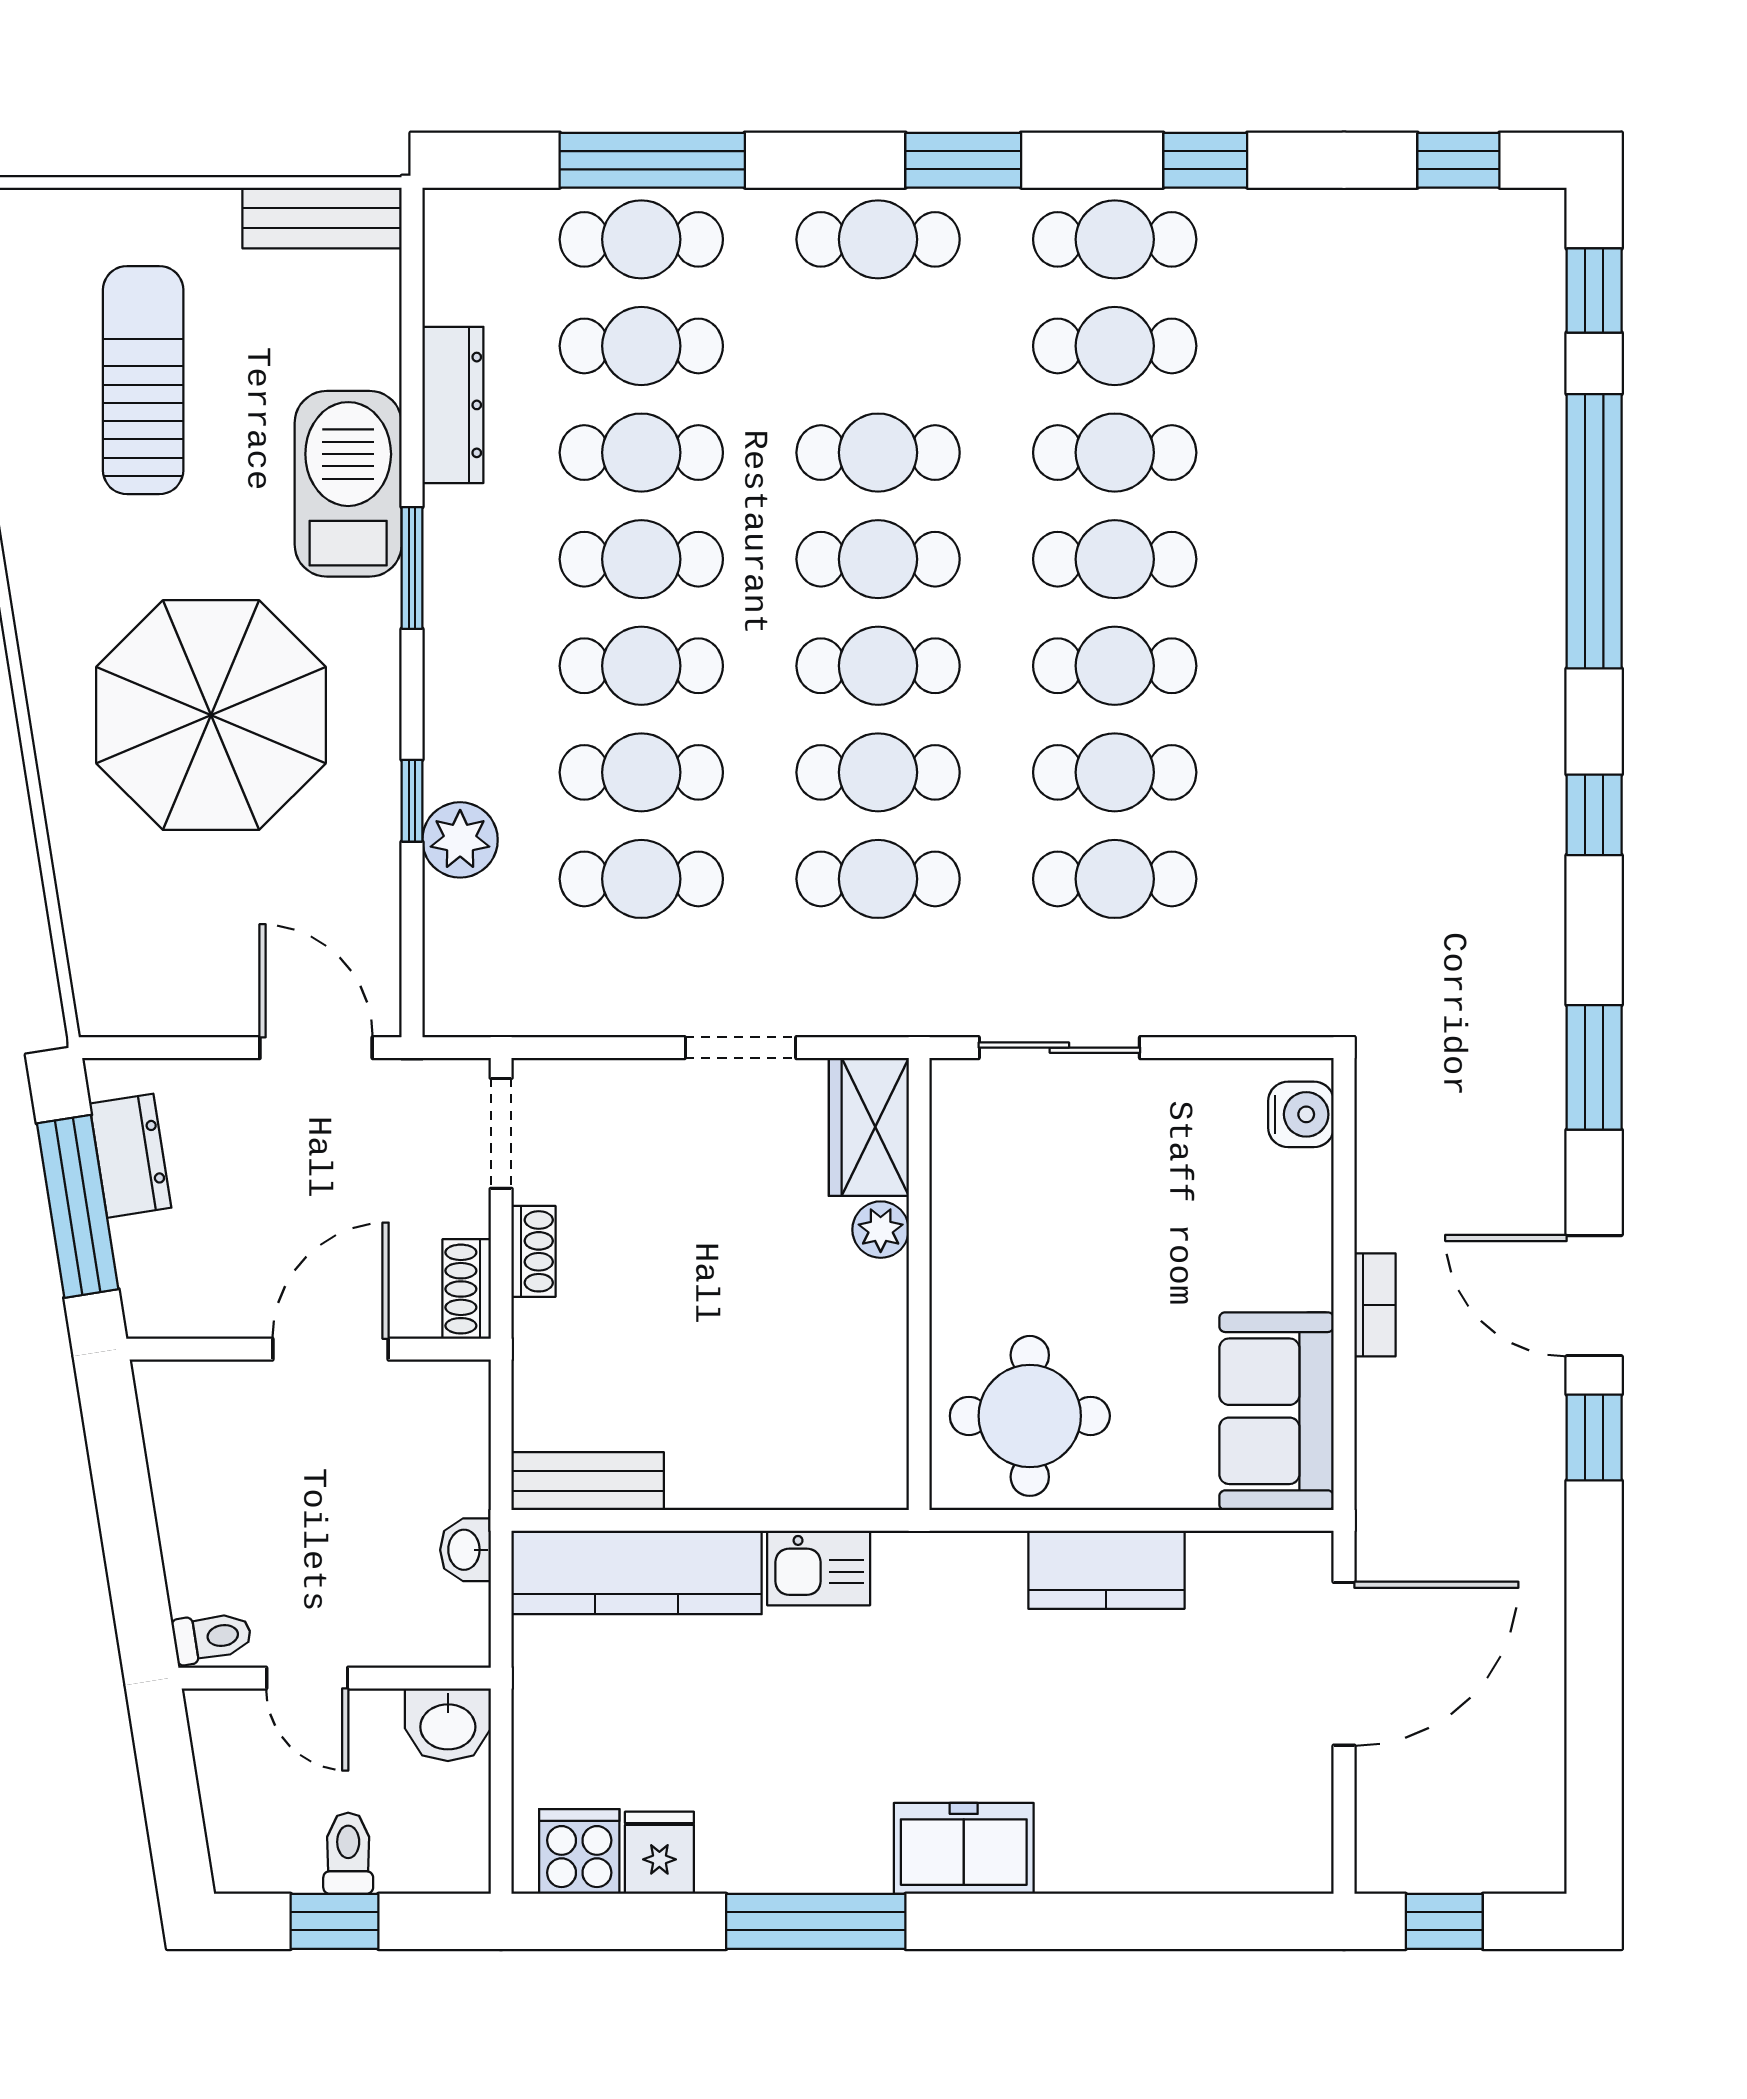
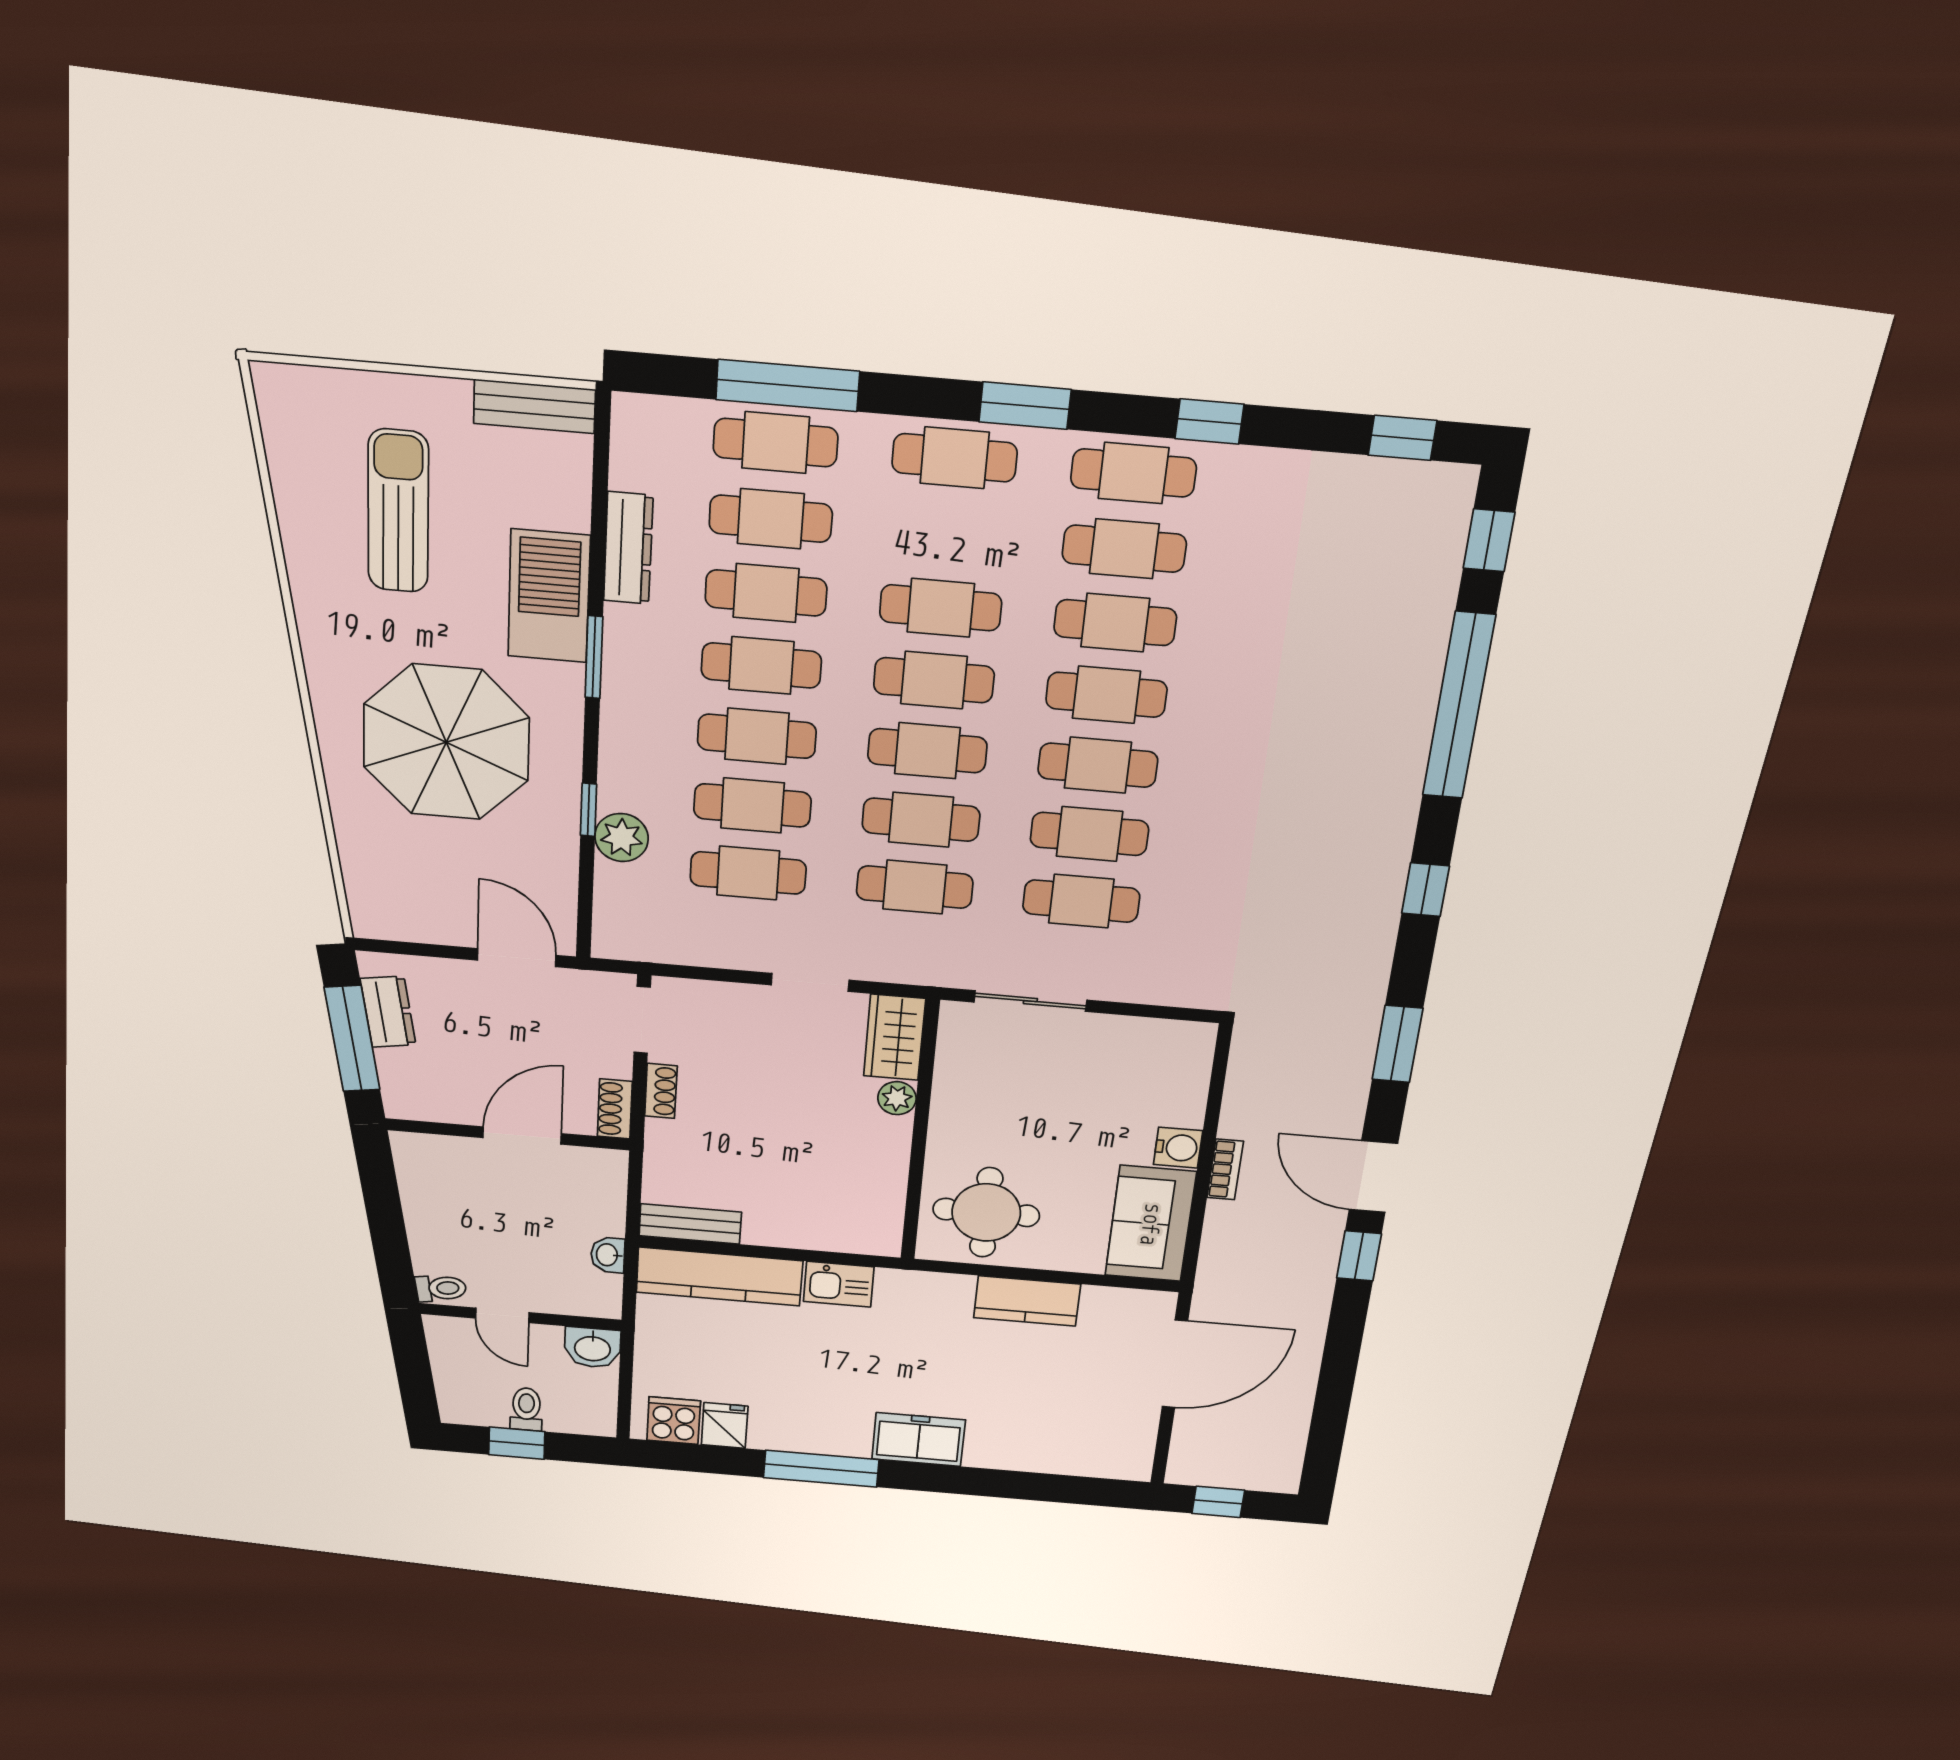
water cooler: (1301, 1114) -> (1178, 1148), moved

